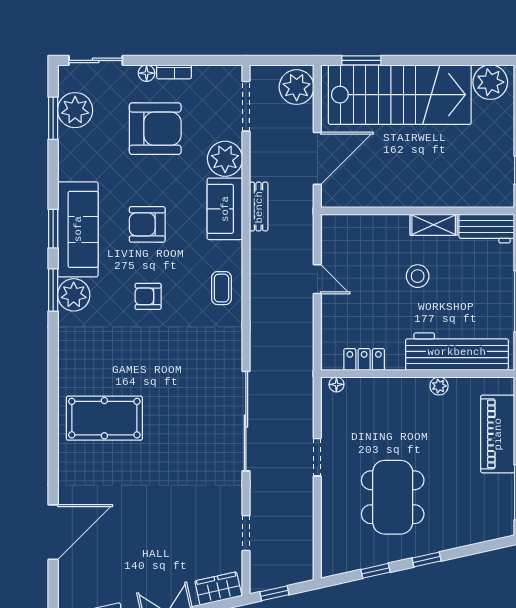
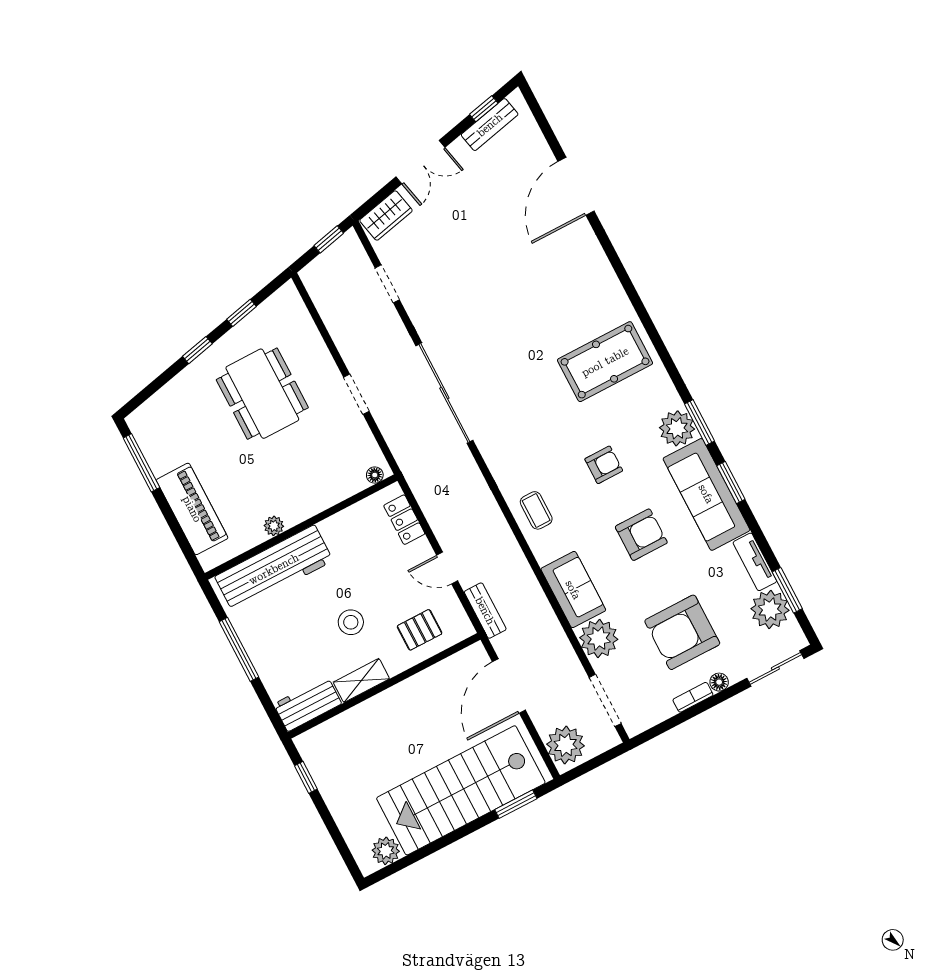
plant: (490, 82) -> (386, 851), width x0.73, depth x0.73
tv unit: (67, 155) -> (755, 562), added
bench: (259, 207) -> (485, 611), moved
pallet: (366, 241) -> (420, 630), added
locker: (364, 359) -> (404, 520), moved, turned 90
pool table: (104, 418) -> (605, 362), moved

